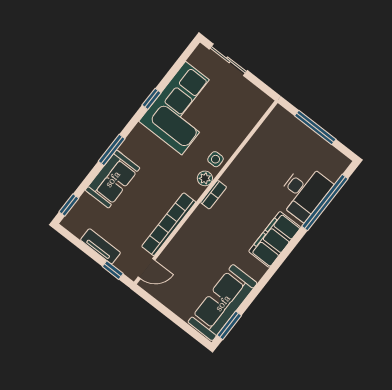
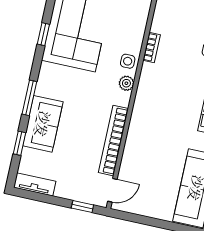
bookcase: (214, 195) -> (152, 48), moved
window: (69, 205) -> (19, 143), moved
tv unit: (100, 246) -> (35, 184), moved

